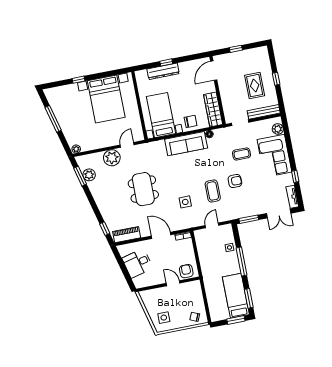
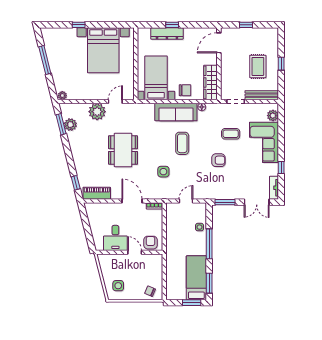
coffee table: (213, 191) -> (182, 143), moved
desk: (137, 263) -> (115, 238), moved, turned -76

